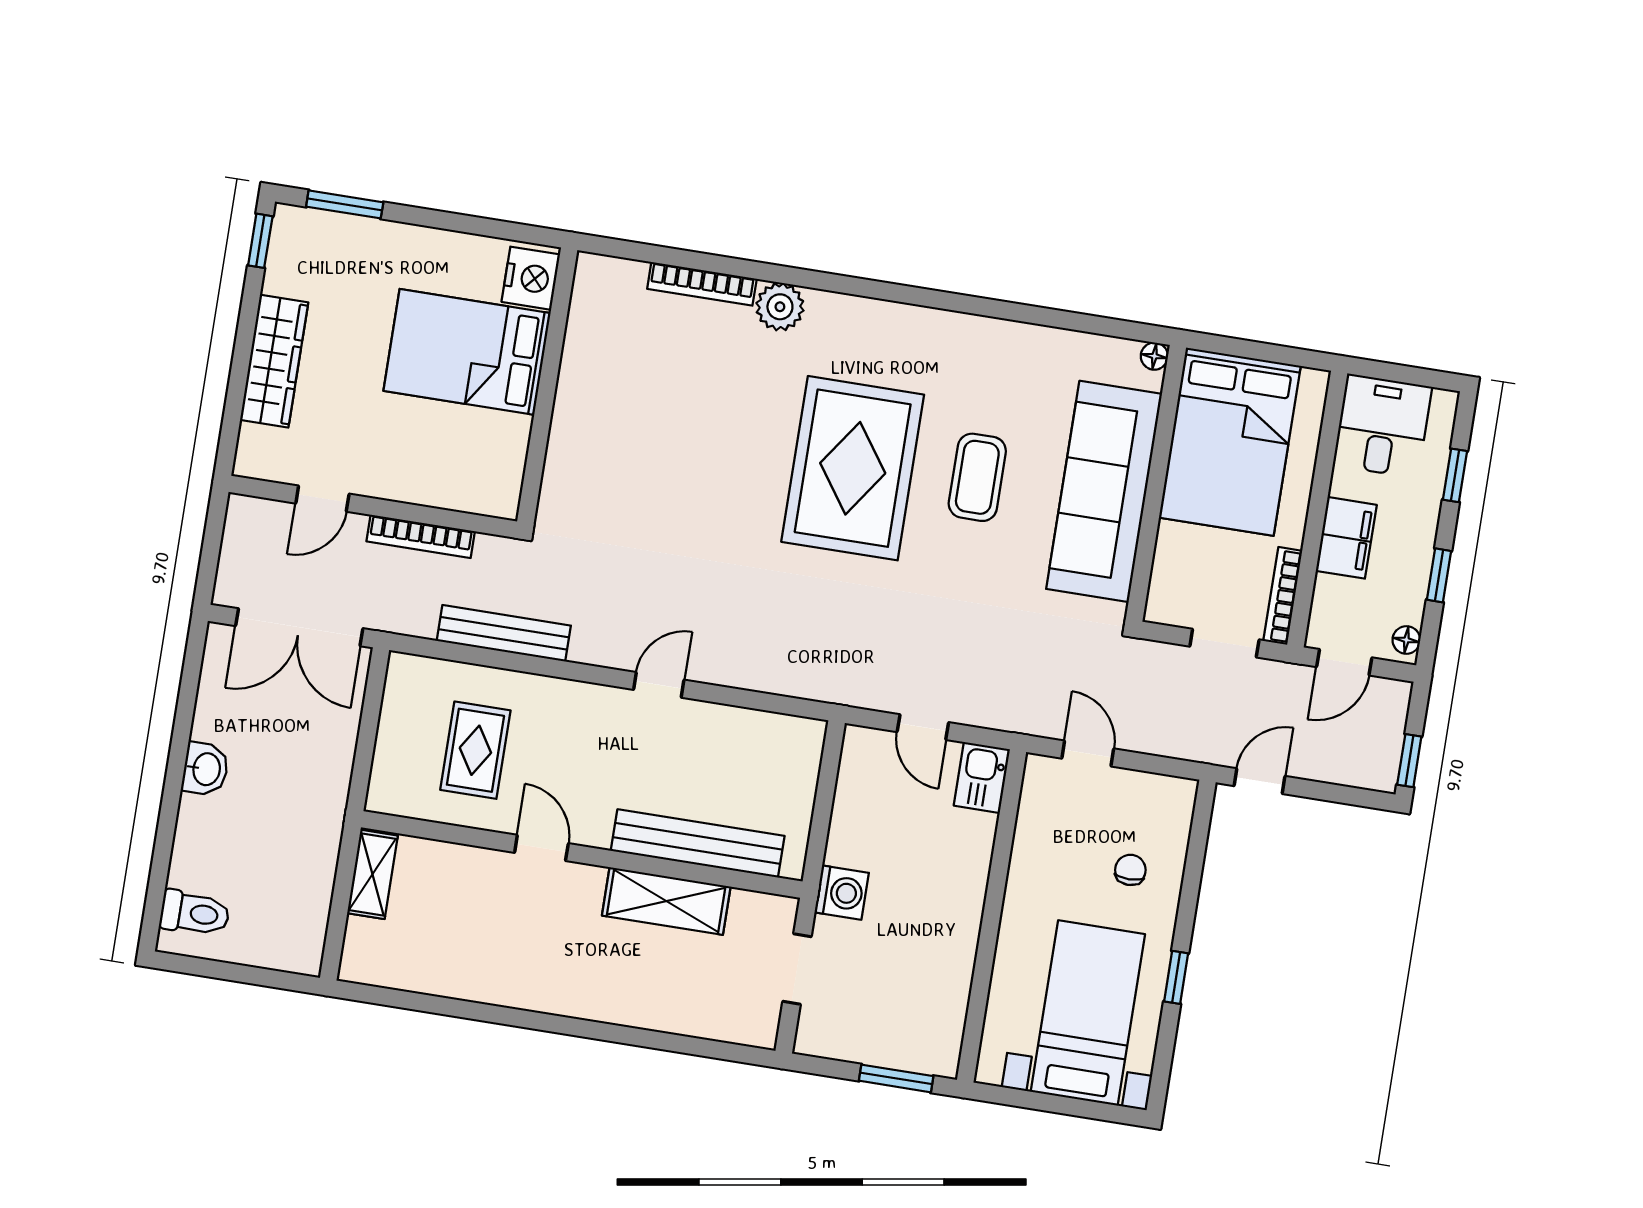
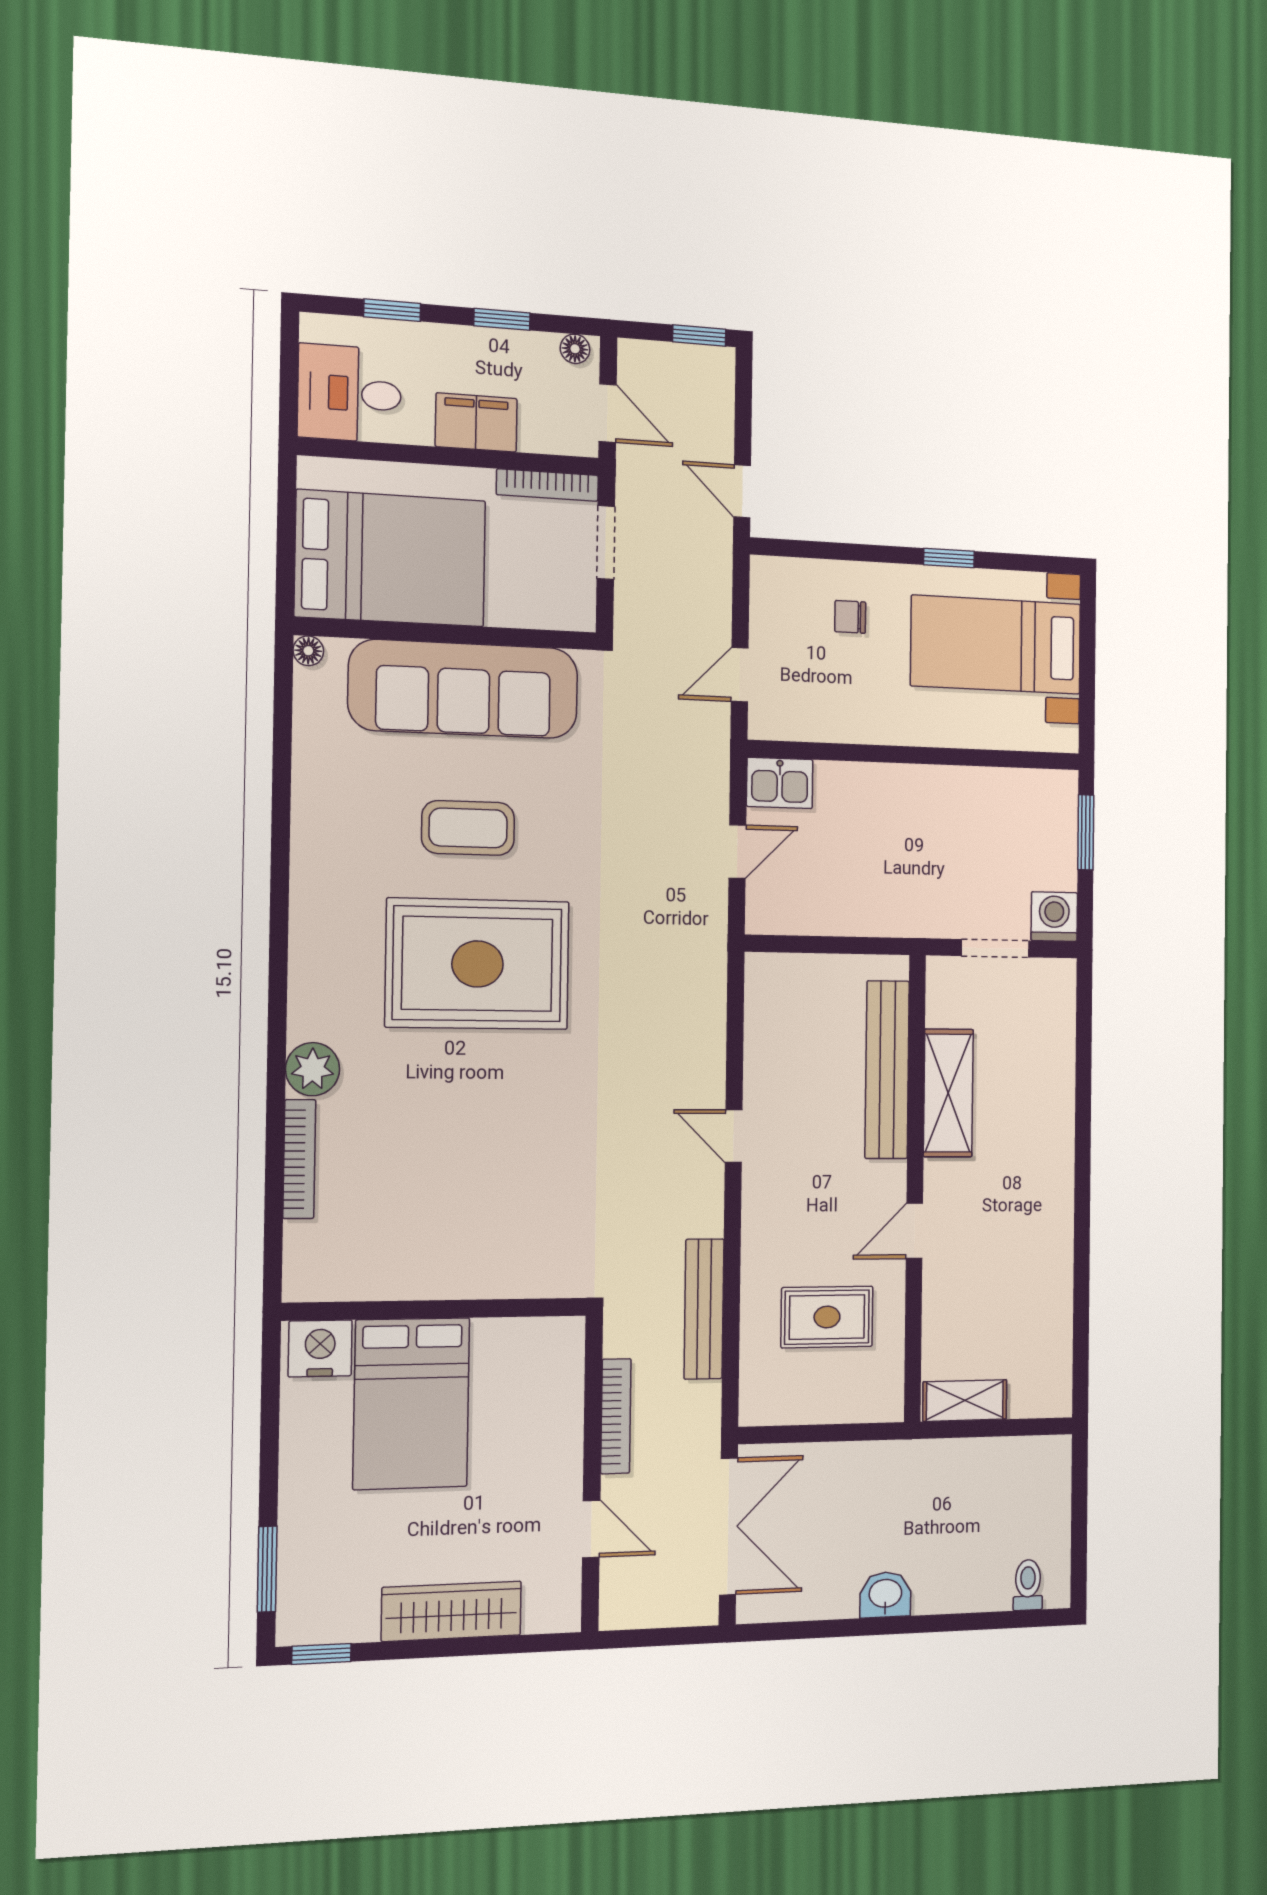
washing machine: (842, 893) -> (1054, 917), moved
toilet: (195, 913) -> (1028, 1585), width x0.73, depth x0.72

